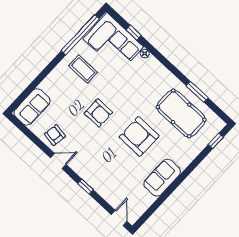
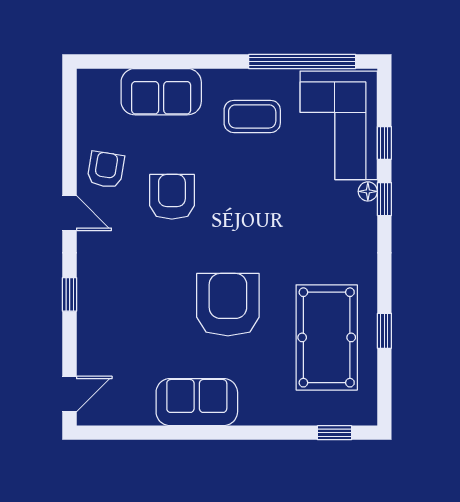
window: (153, 50) -> (384, 199), added
coffee table: (83, 69) -> (252, 116), turned 90
window: (197, 92) -> (384, 331), width x0.67
sofa: (32, 107) -> (161, 92), moved
armchair: (98, 113) -> (172, 197), moved, turned 180

